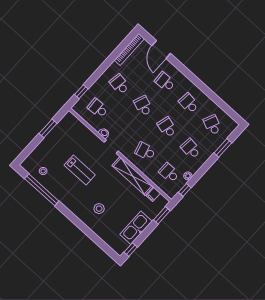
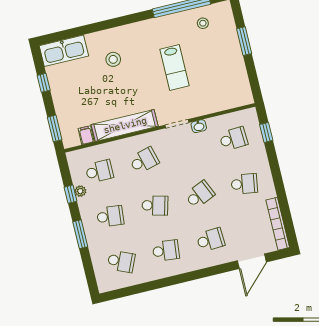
door: (161, 50) -> (252, 261), swing flipped
school desk: (143, 106) -> (200, 195), turned -45
window: (48, 128) -> (244, 41), moved
window: (223, 148) -> (80, 234), moved
lab bench: (80, 170) -> (175, 67), turned -90
window: (185, 190) -> (71, 194), moved
kitchen sink: (136, 228) -> (64, 51), moved, turned 90
window: (131, 250) -> (44, 83), moved

